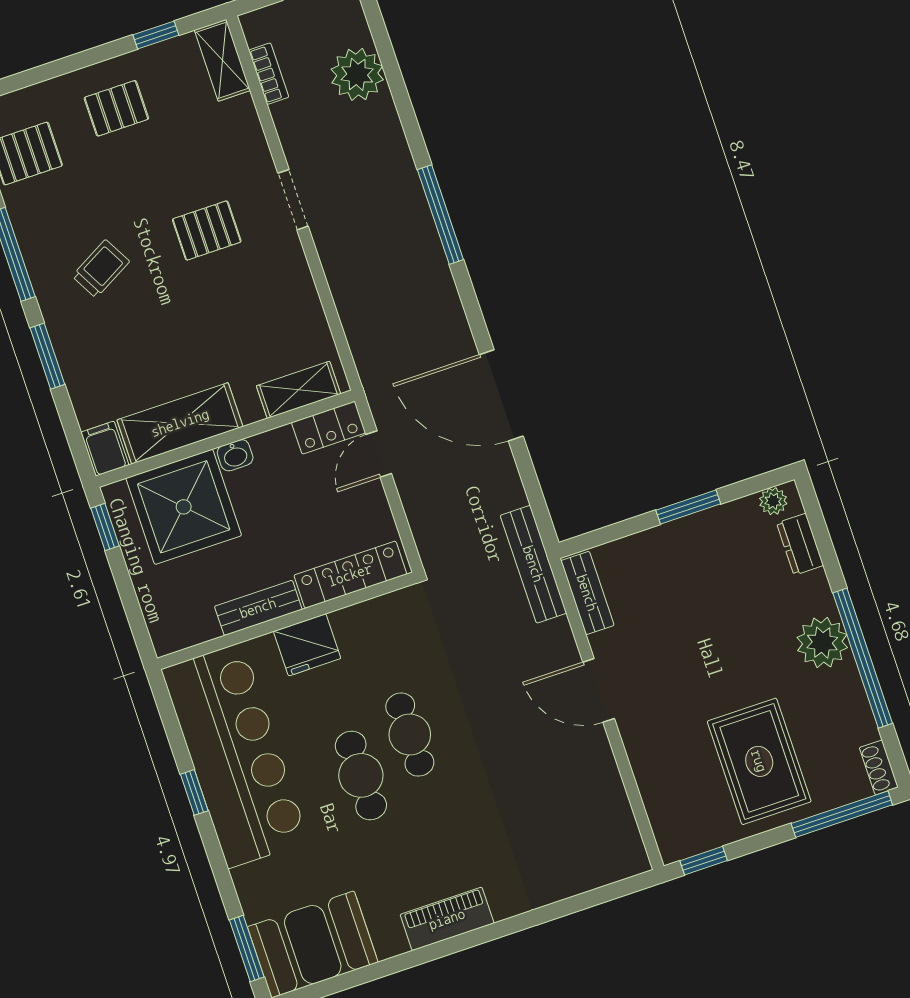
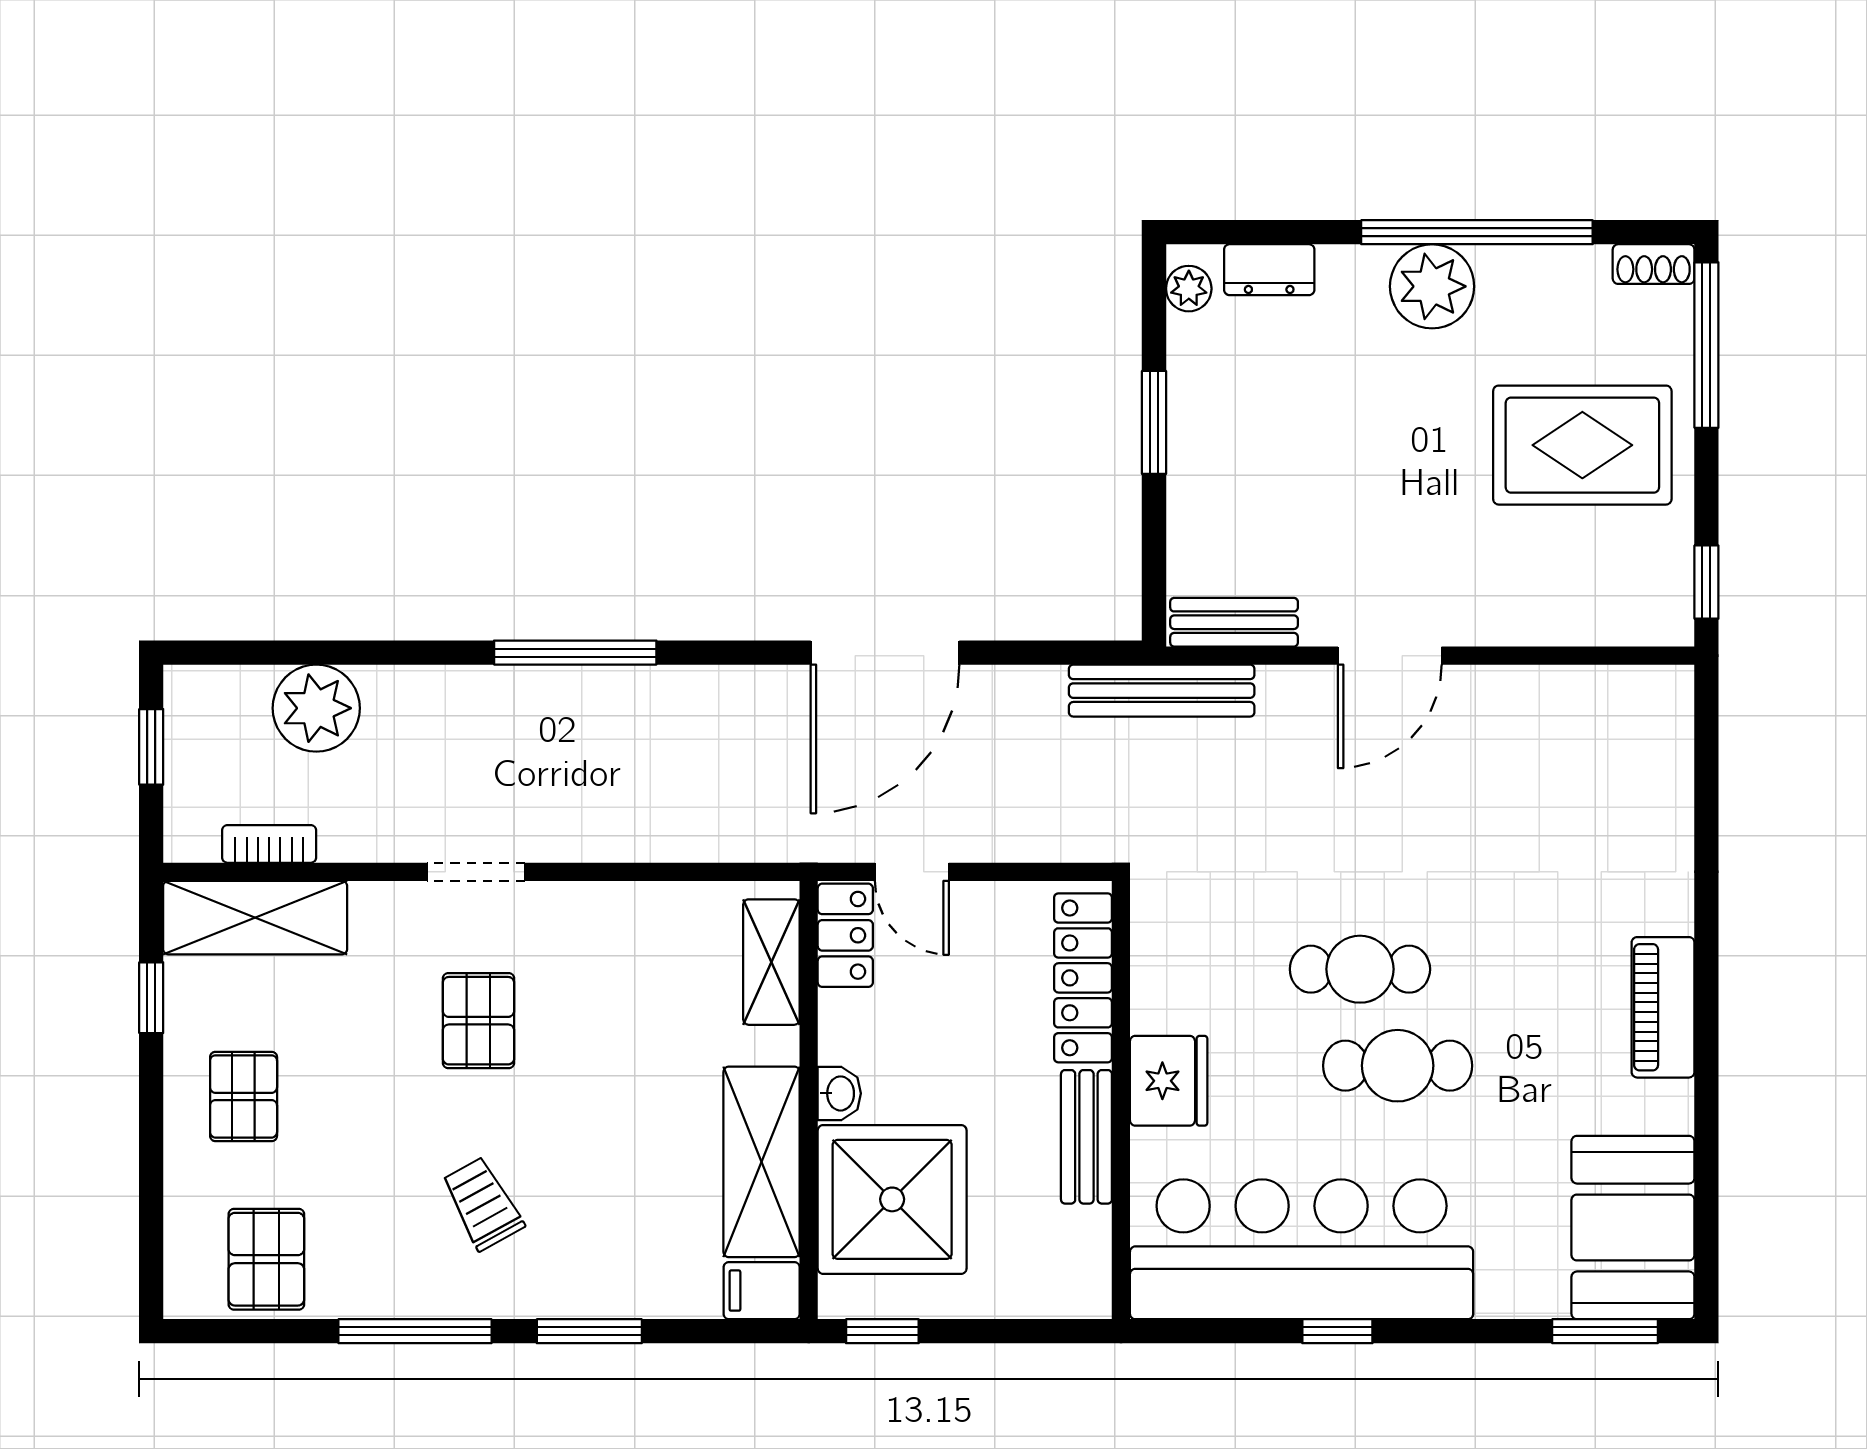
shelving: (222, 60) -> (255, 918), width x1.50, depth x1.33

